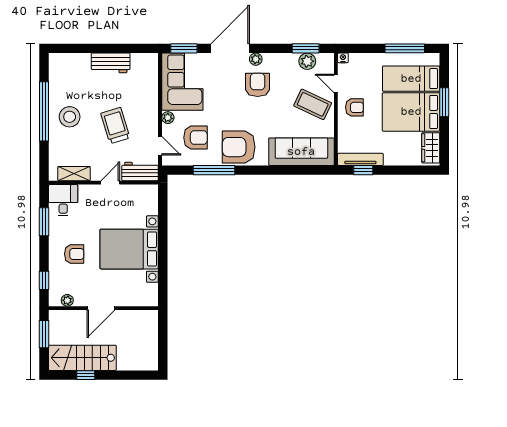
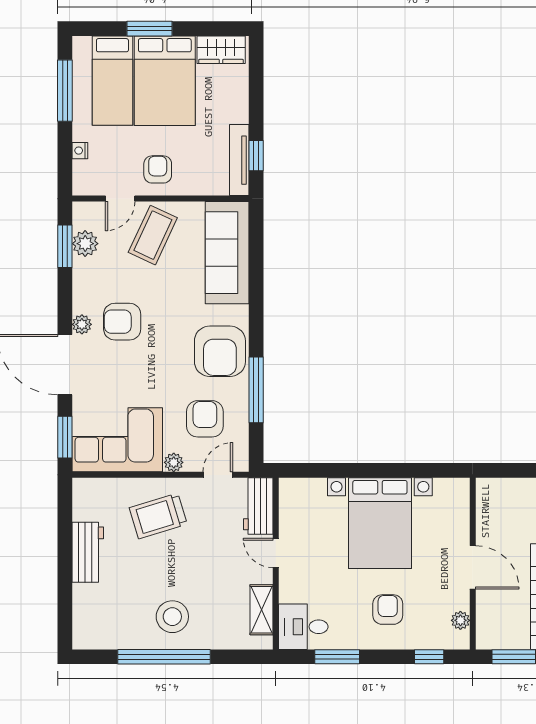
nightstand: (343, 58) -> (80, 151), moved
trolley: (115, 126) -> (158, 516), moved

